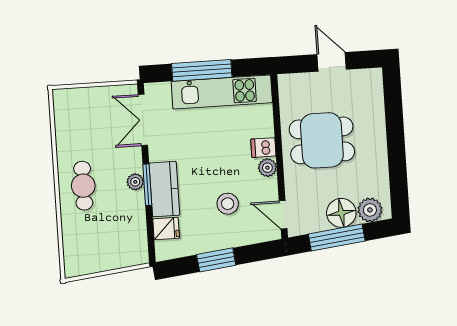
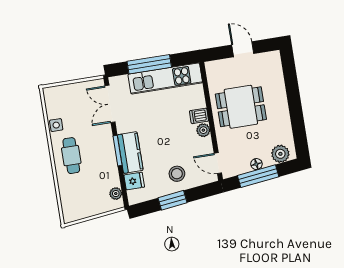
side table: (66, 142) -> (56, 125), added
plant: (135, 182) -> (116, 194), moved
stool: (228, 204) -> (177, 174), moved
floor lamp: (341, 213) -> (256, 164), width x0.53, depth x0.53

